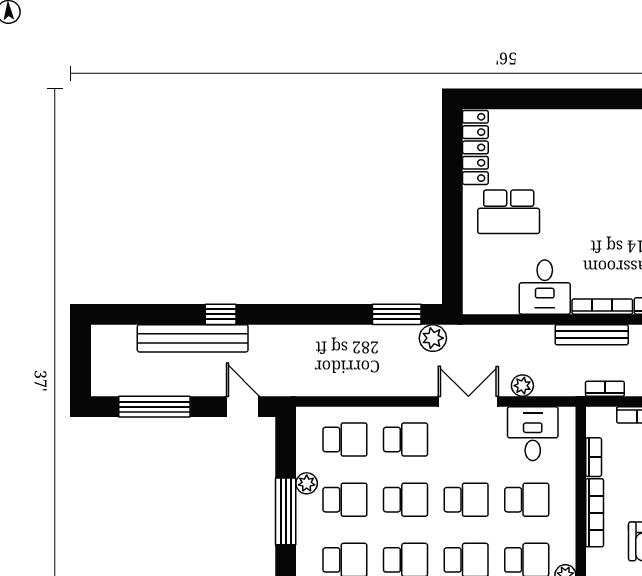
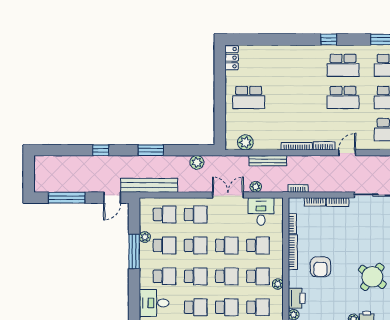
locker: (475, 147) -> (232, 58), width x0.66
desk: (545, 287) -> (267, 136), removed
plant: (502, 299) -> (245, 142), added
window: (397, 314) -> (151, 150), moved
bench: (592, 335) -> (268, 161), moved
bench: (193, 338) -> (149, 185), moved
plant: (433, 338) -> (197, 162), moved
door: (243, 407) -> (112, 198), swing flipped

